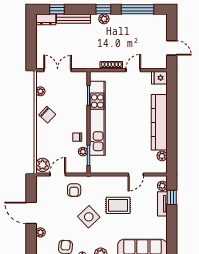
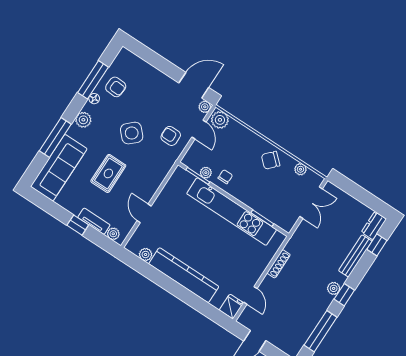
door: (133, 70) -> (250, 295), moved
window: (172, 197) -> (78, 225), moved
rug: (118, 205) -> (108, 173), moved
door: (31, 213) -> (194, 85), moved
plant: (40, 232) -> (205, 107), moved

